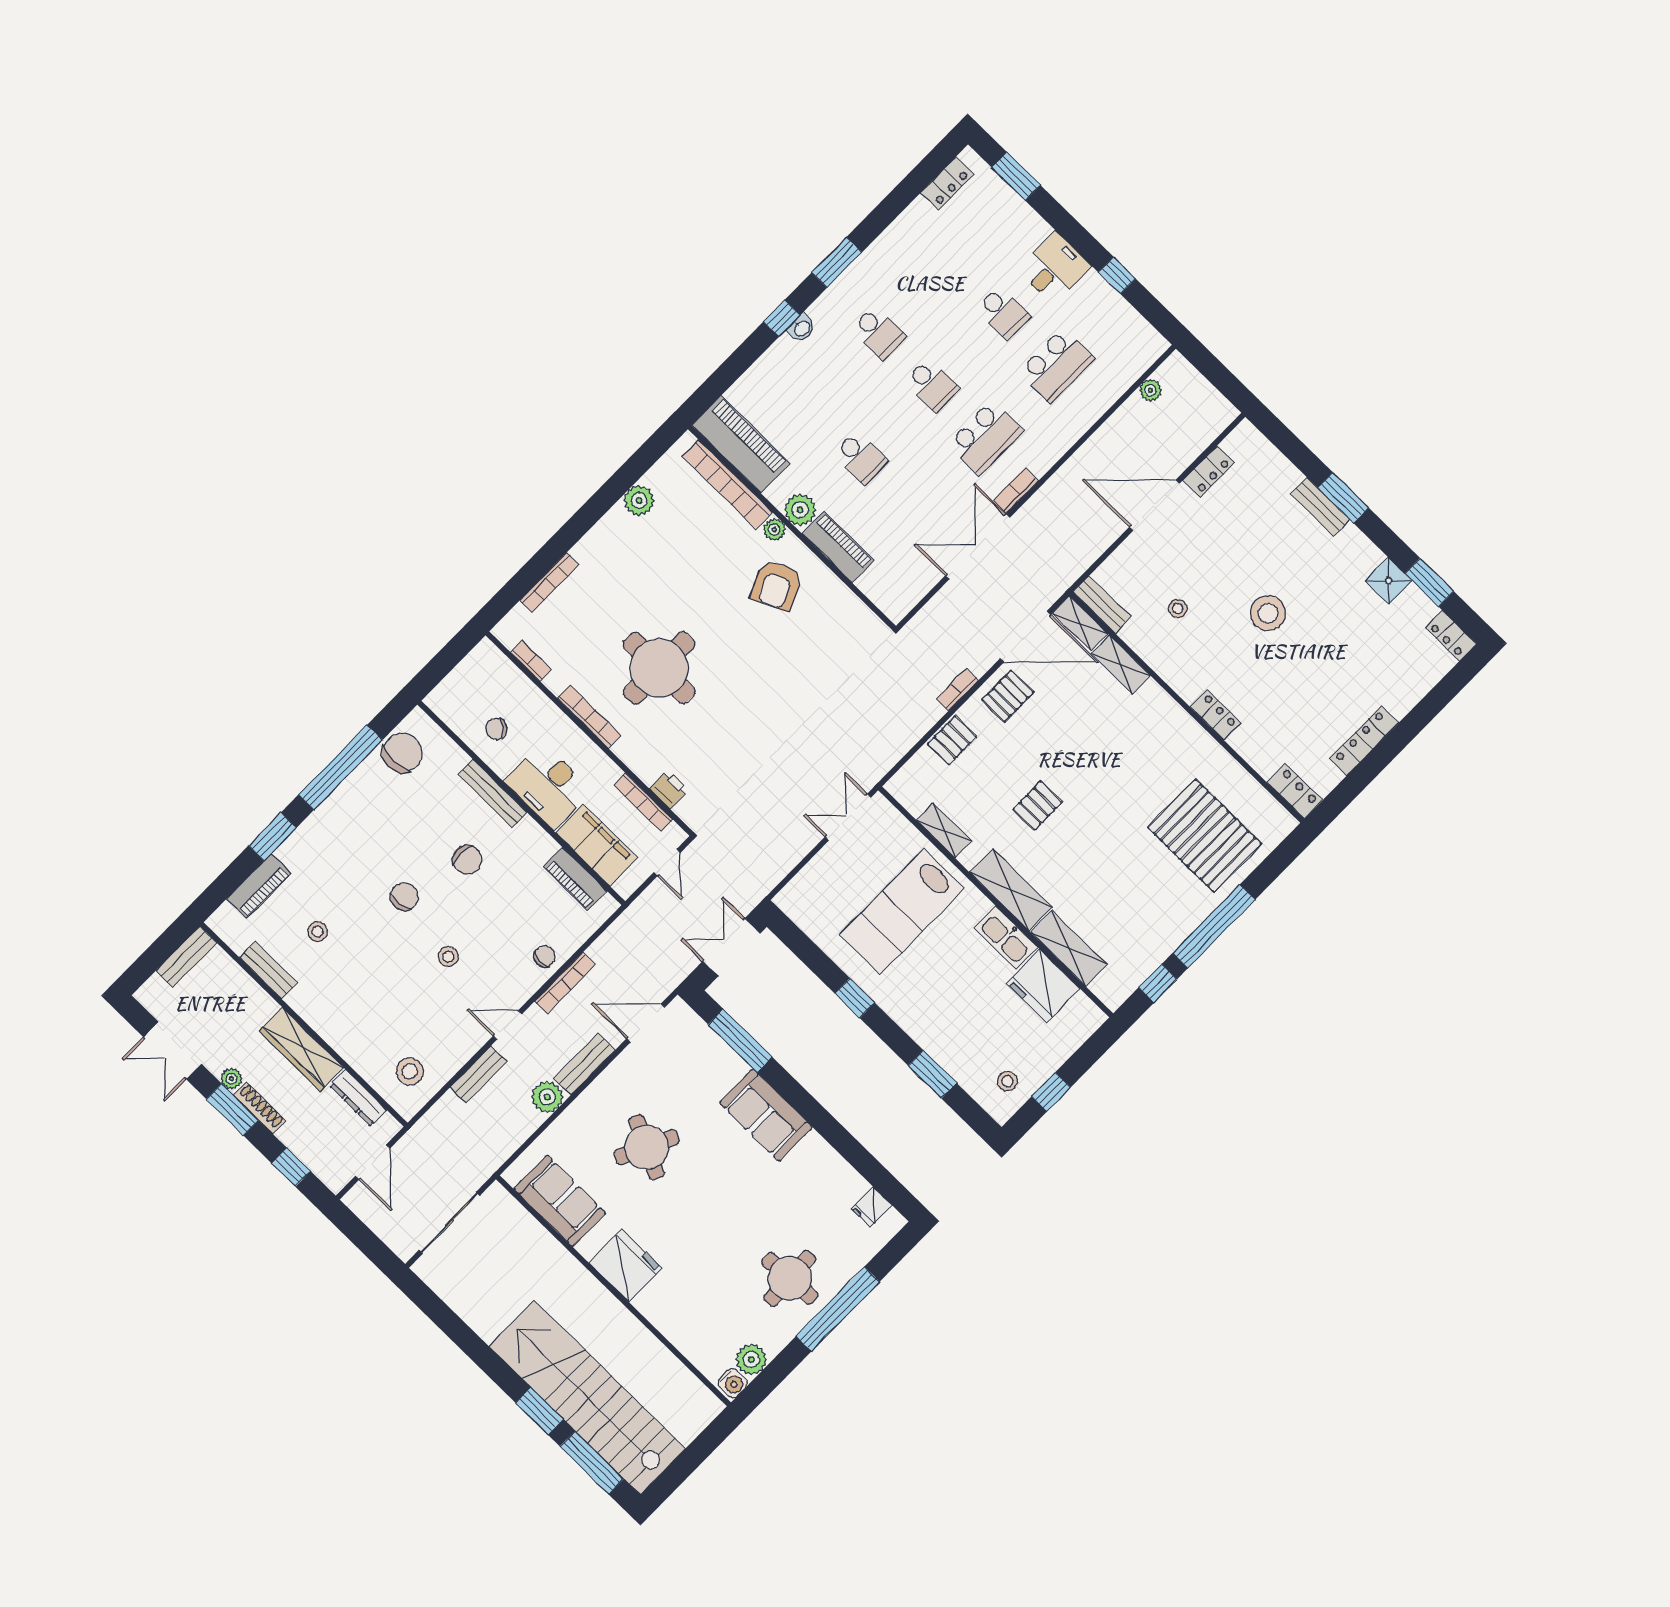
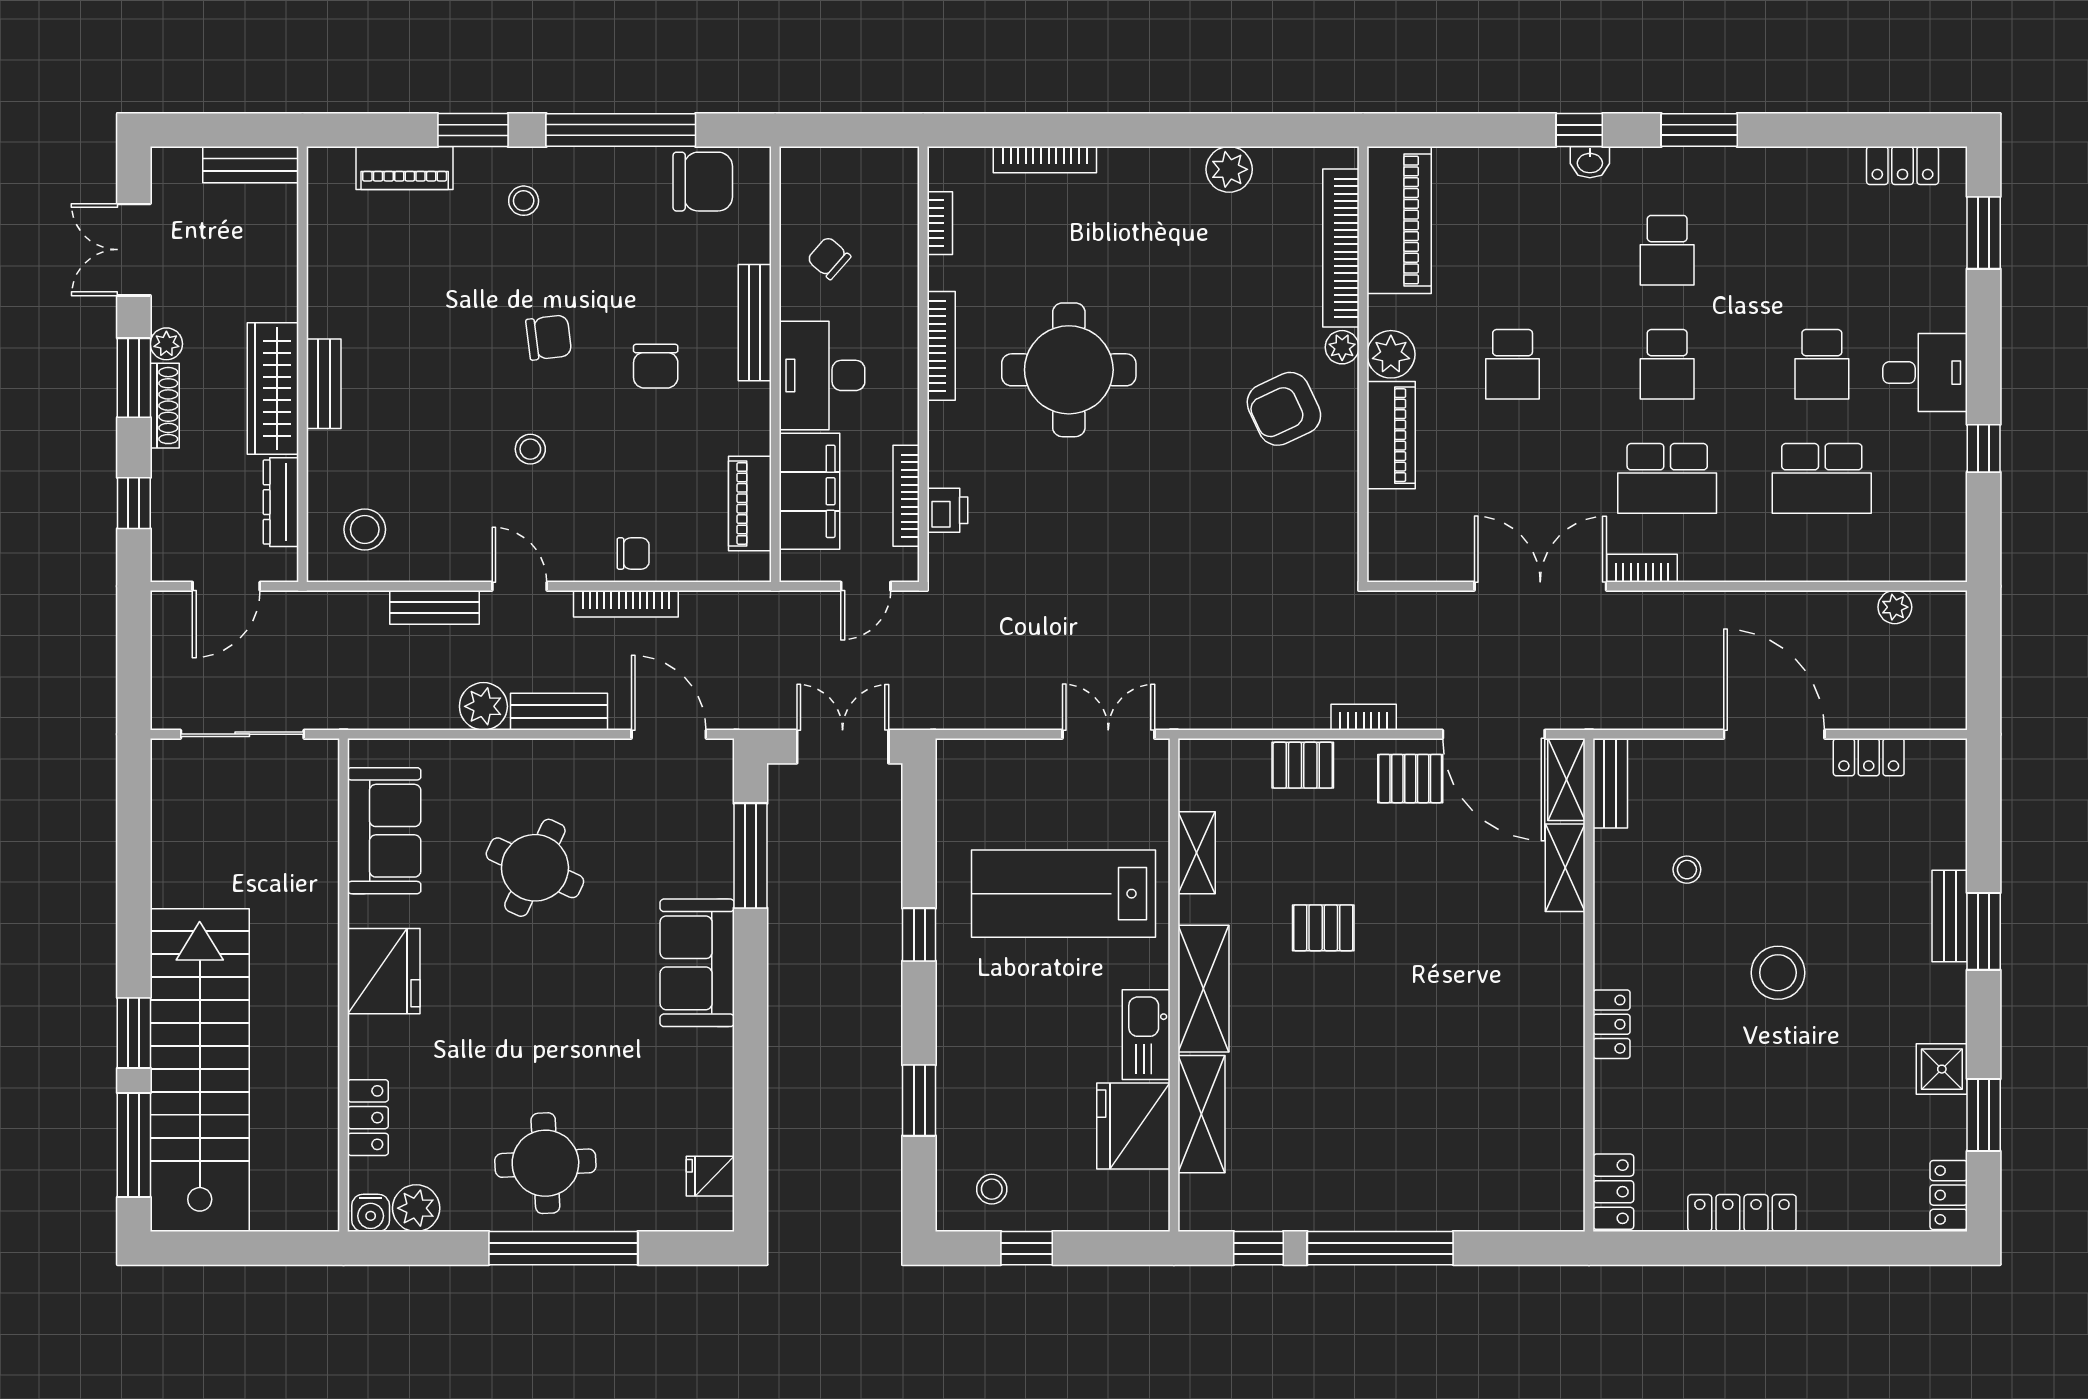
pallet: (1205, 836) -> (1469, 1141), removed
stool: (318, 932) -> (524, 201), moved
bench: (268, 970) -> (324, 384), moved
locker: (687, 1340) -> (368, 1118), added

